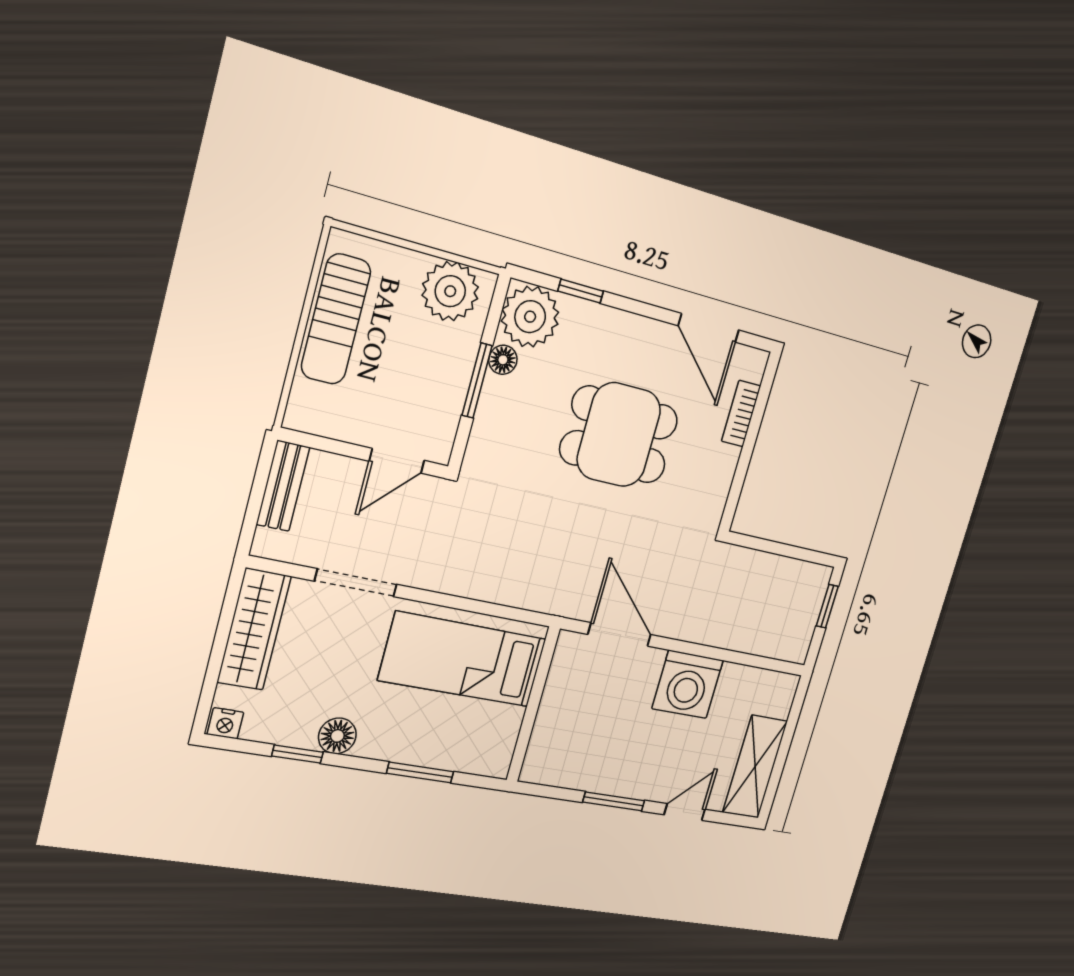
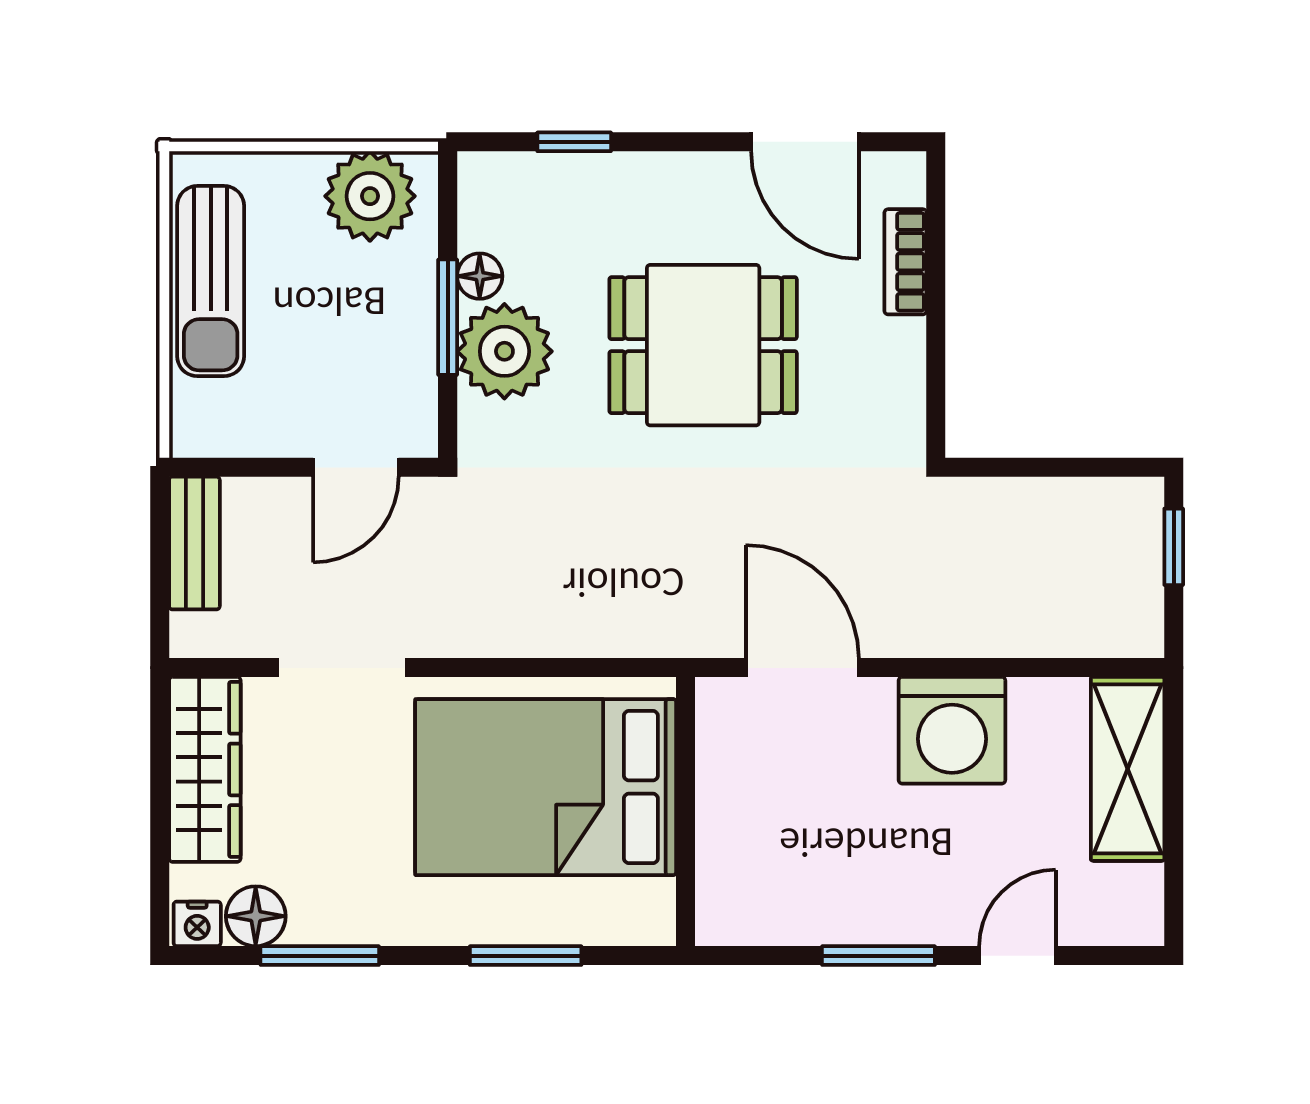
plant: (530, 317) -> (504, 351), moved
bed: (463, 660) -> (546, 787), width x1.50
floor lamp: (337, 736) -> (256, 916), moved
window: (297, 754) -> (320, 956), width x1.50
shelving: (755, 767) -> (1128, 769), moved

